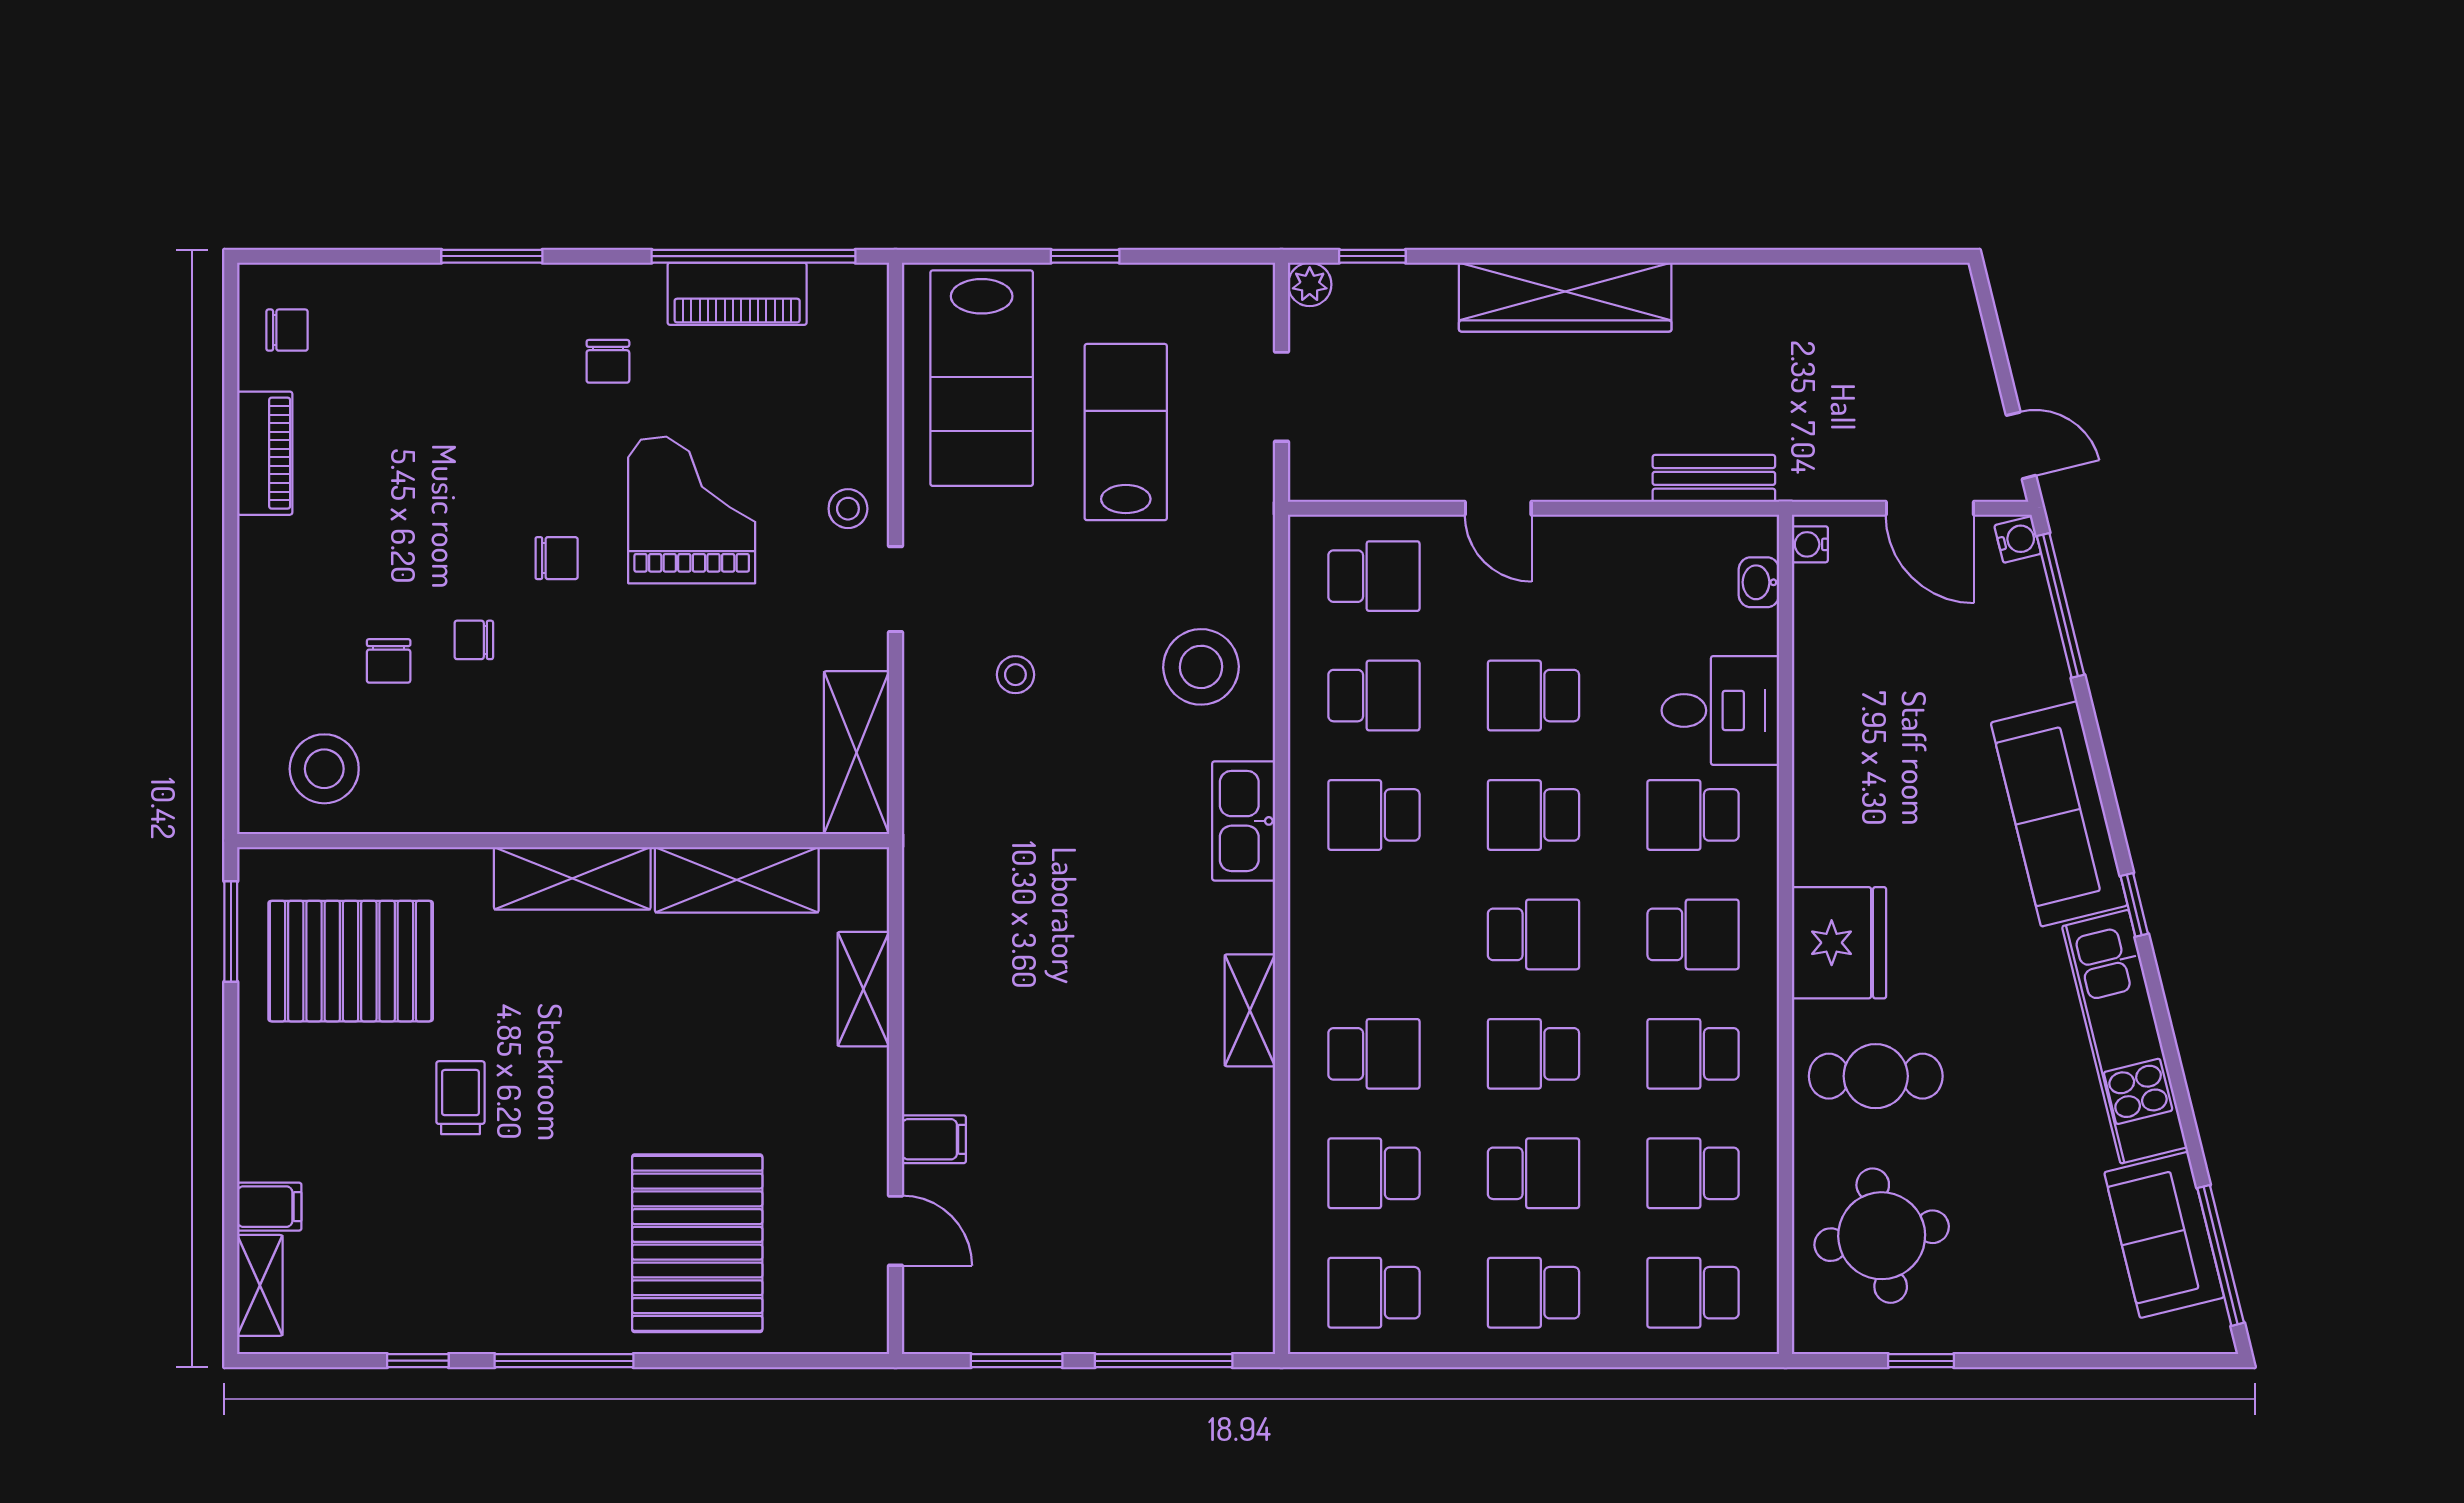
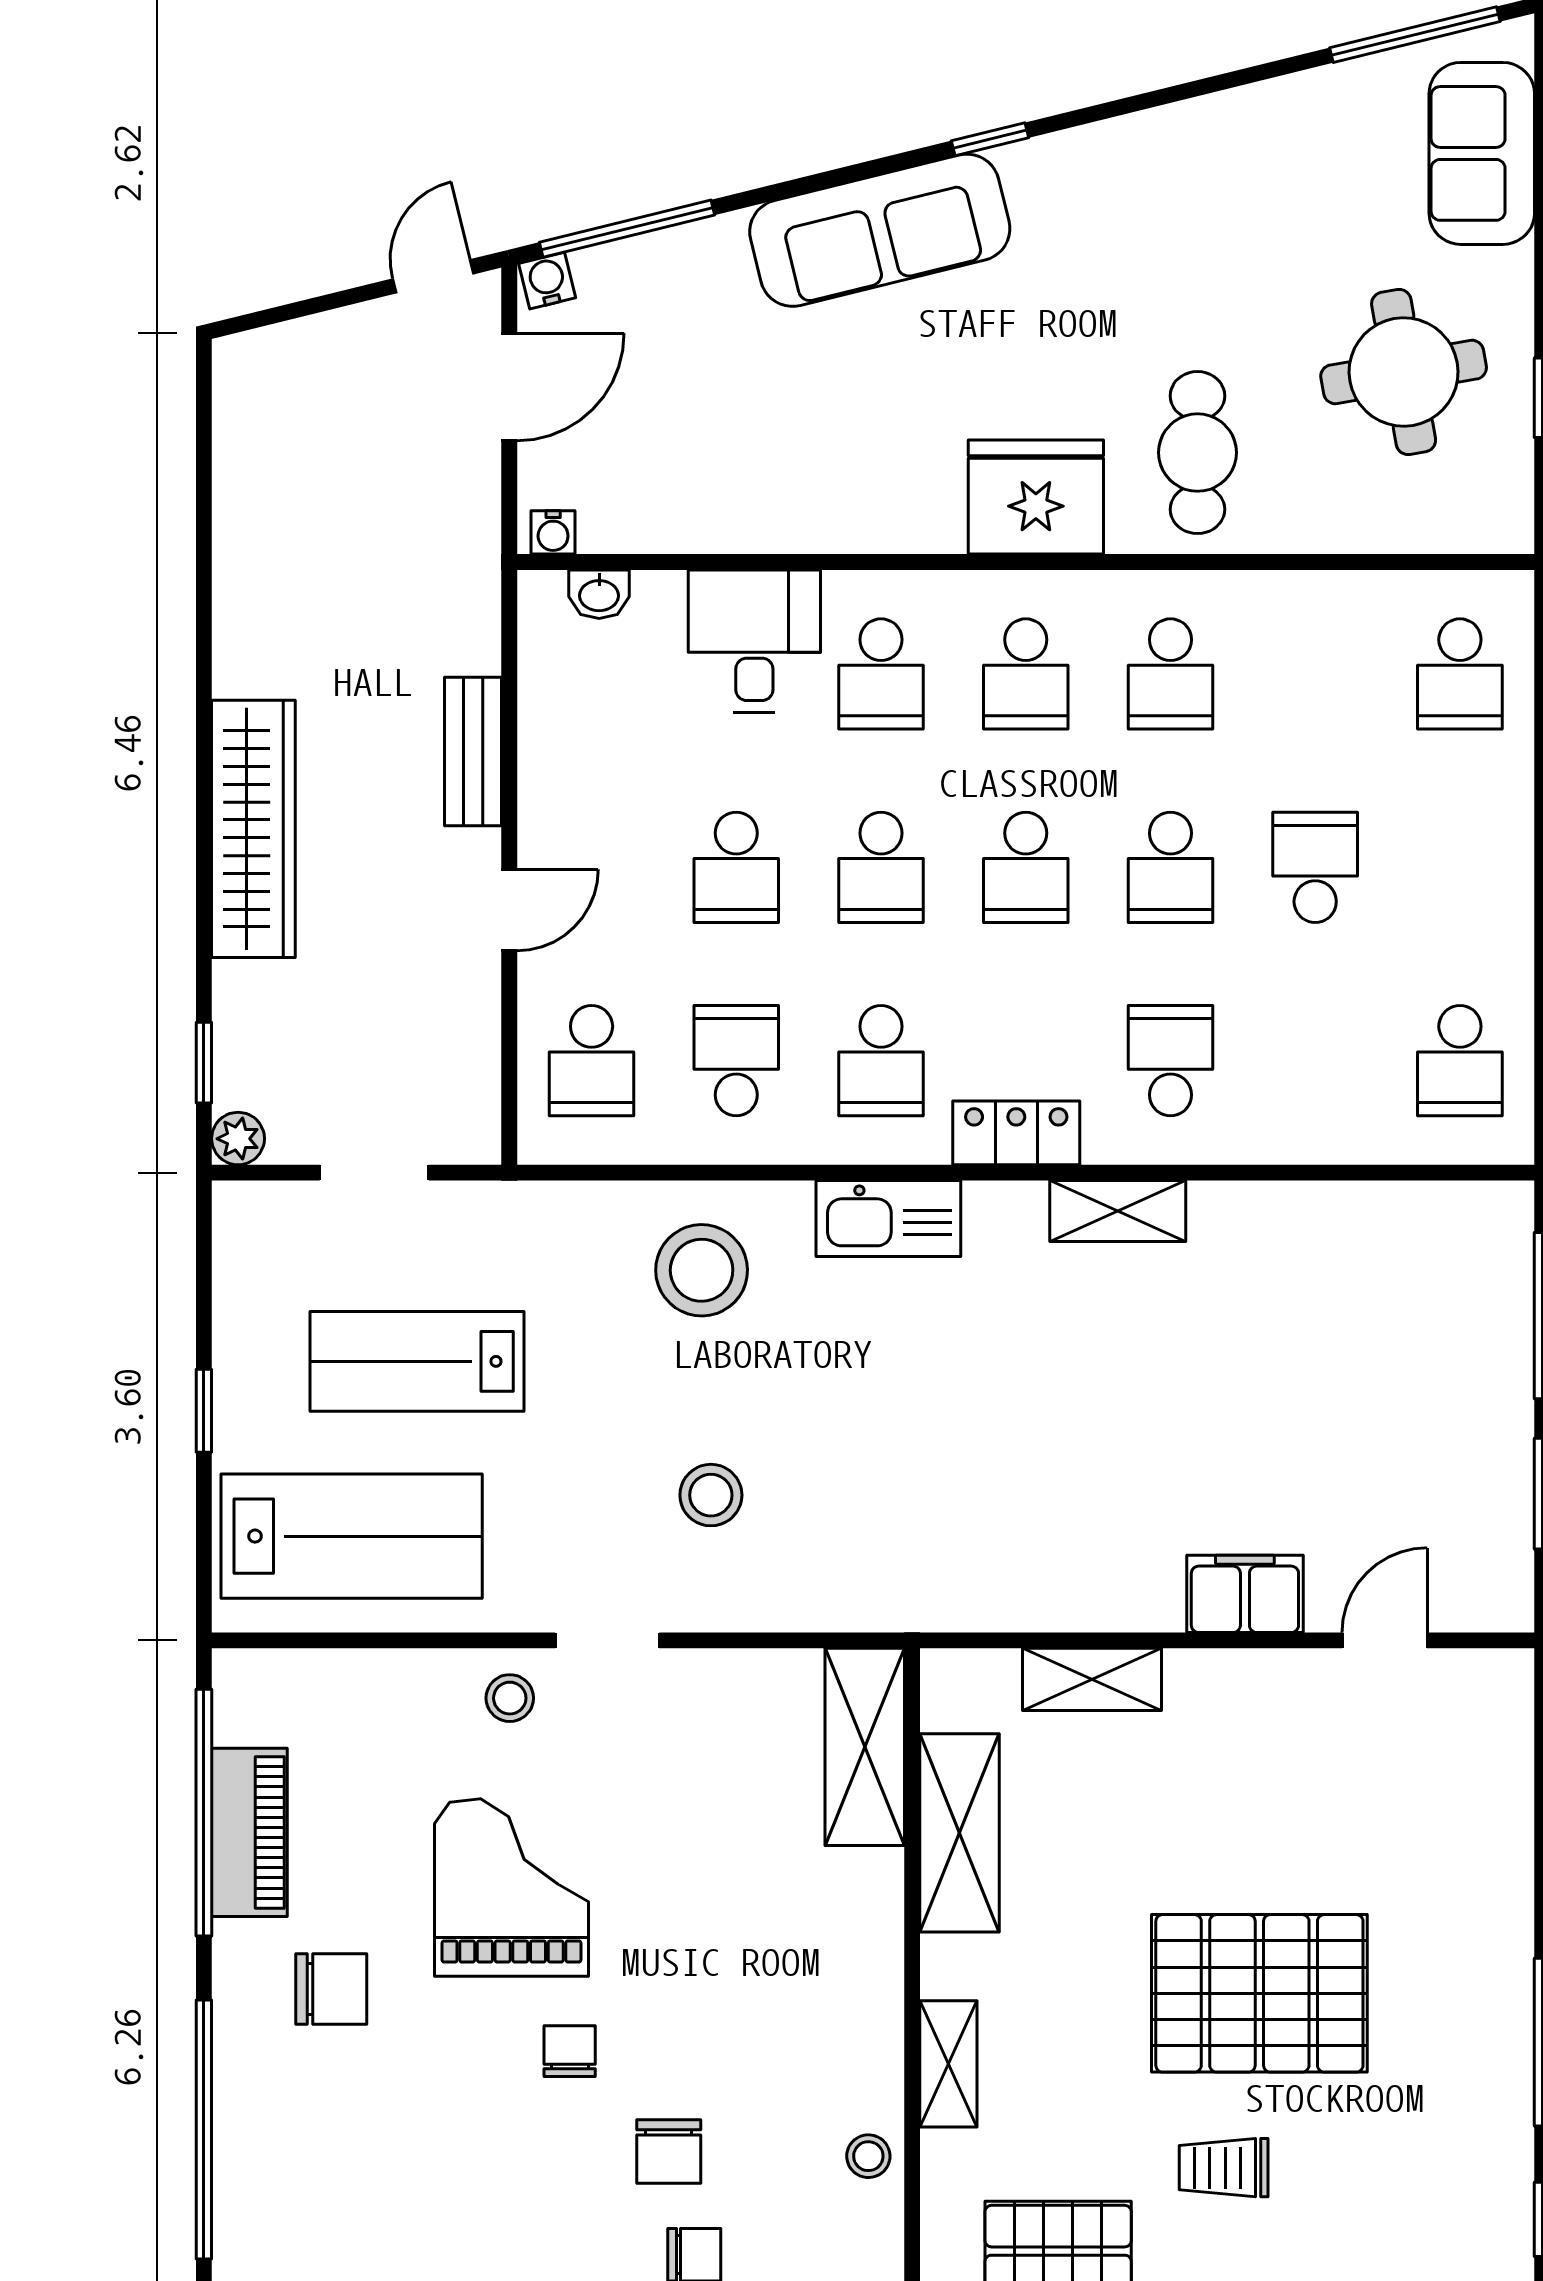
window: (492, 256) -> (204, 2130), width x2.11
chair: (608, 361) -> (331, 1989), width x1.37, depth x1.37
bench: (1714, 478) -> (473, 752), moved
grand piano: (692, 510) -> (511, 1888), turned 90
school desk: (1374, 576) -> (592, 1061), turned 180
chair: (474, 640) -> (669, 2152), width x1.37, depth x1.37
stool: (1015, 675) -> (711, 1495), width x1.37, depth x1.37
shelving: (857, 753) -> (865, 1747), moved, turned 90
stool: (470, 805) -> (868, 2156), added
shelving: (572, 878) -> (948, 2064), width x0.67, depth x0.75
locker: (1314, 927) -> (1016, 1133), added
school desk: (1533, 934) -> (1026, 867), turned 180
school desk: (1693, 934) -> (1026, 674), turned 180
kitchen unit: (2125, 1037) -> (1150, 151), removed
filing cabinet: (934, 1139) -> (1245, 1594), width x2.00
school desk: (1374, 1173) -> (1315, 1061), removed
school desk: (1693, 1173) -> (1315, 674), removed
sofa: (2164, 1235) -> (1482, 153), moved, turned 104
round table: (1882, 1236) -> (1404, 372), moved
pallet: (697, 1243) -> (1259, 1993), moved
school desk: (1533, 1293) -> (1460, 867), removed

